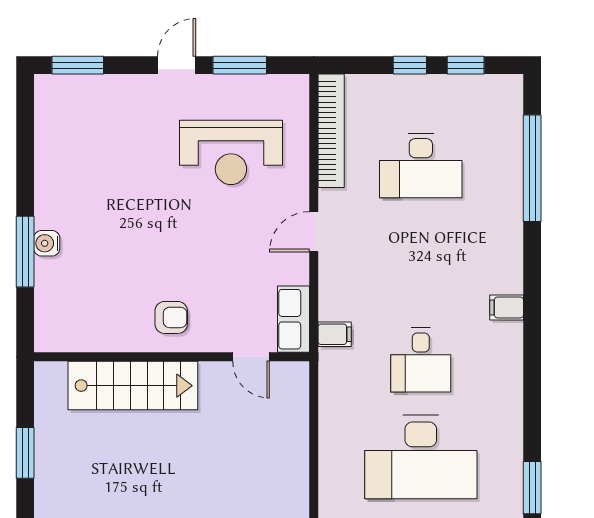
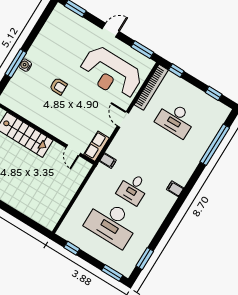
window: (240, 65) -> (142, 50), moved
window: (410, 65) -> (176, 71), moved
reception desk: (231, 152) -> (111, 73), width x1.36, depth x1.30
door: (314, 232) -> (123, 120), hinge flipped
armchair: (171, 317) -> (58, 86), moved

